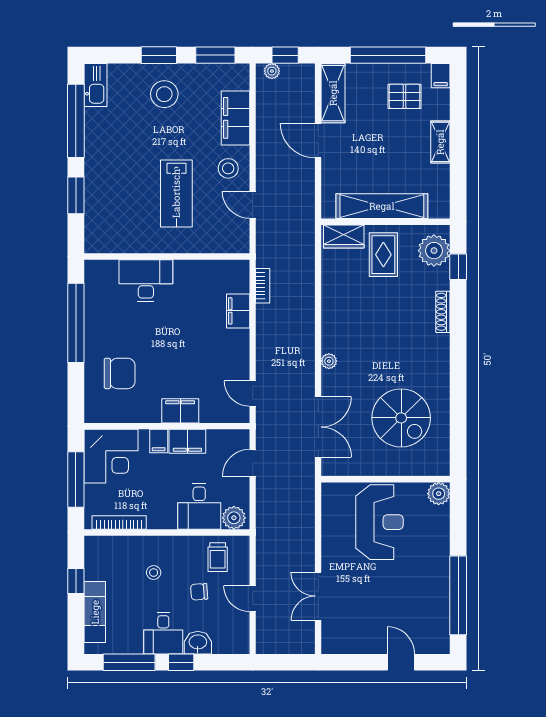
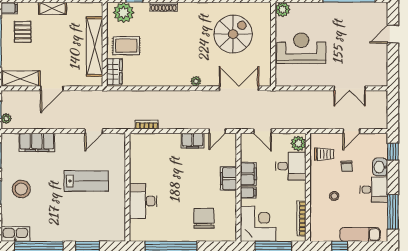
stool: (228, 168) -> (70, 147), removed
filing cabinet: (238, 311) -> (193, 141), moved
window: (181, 662) -> (393, 152), moved

